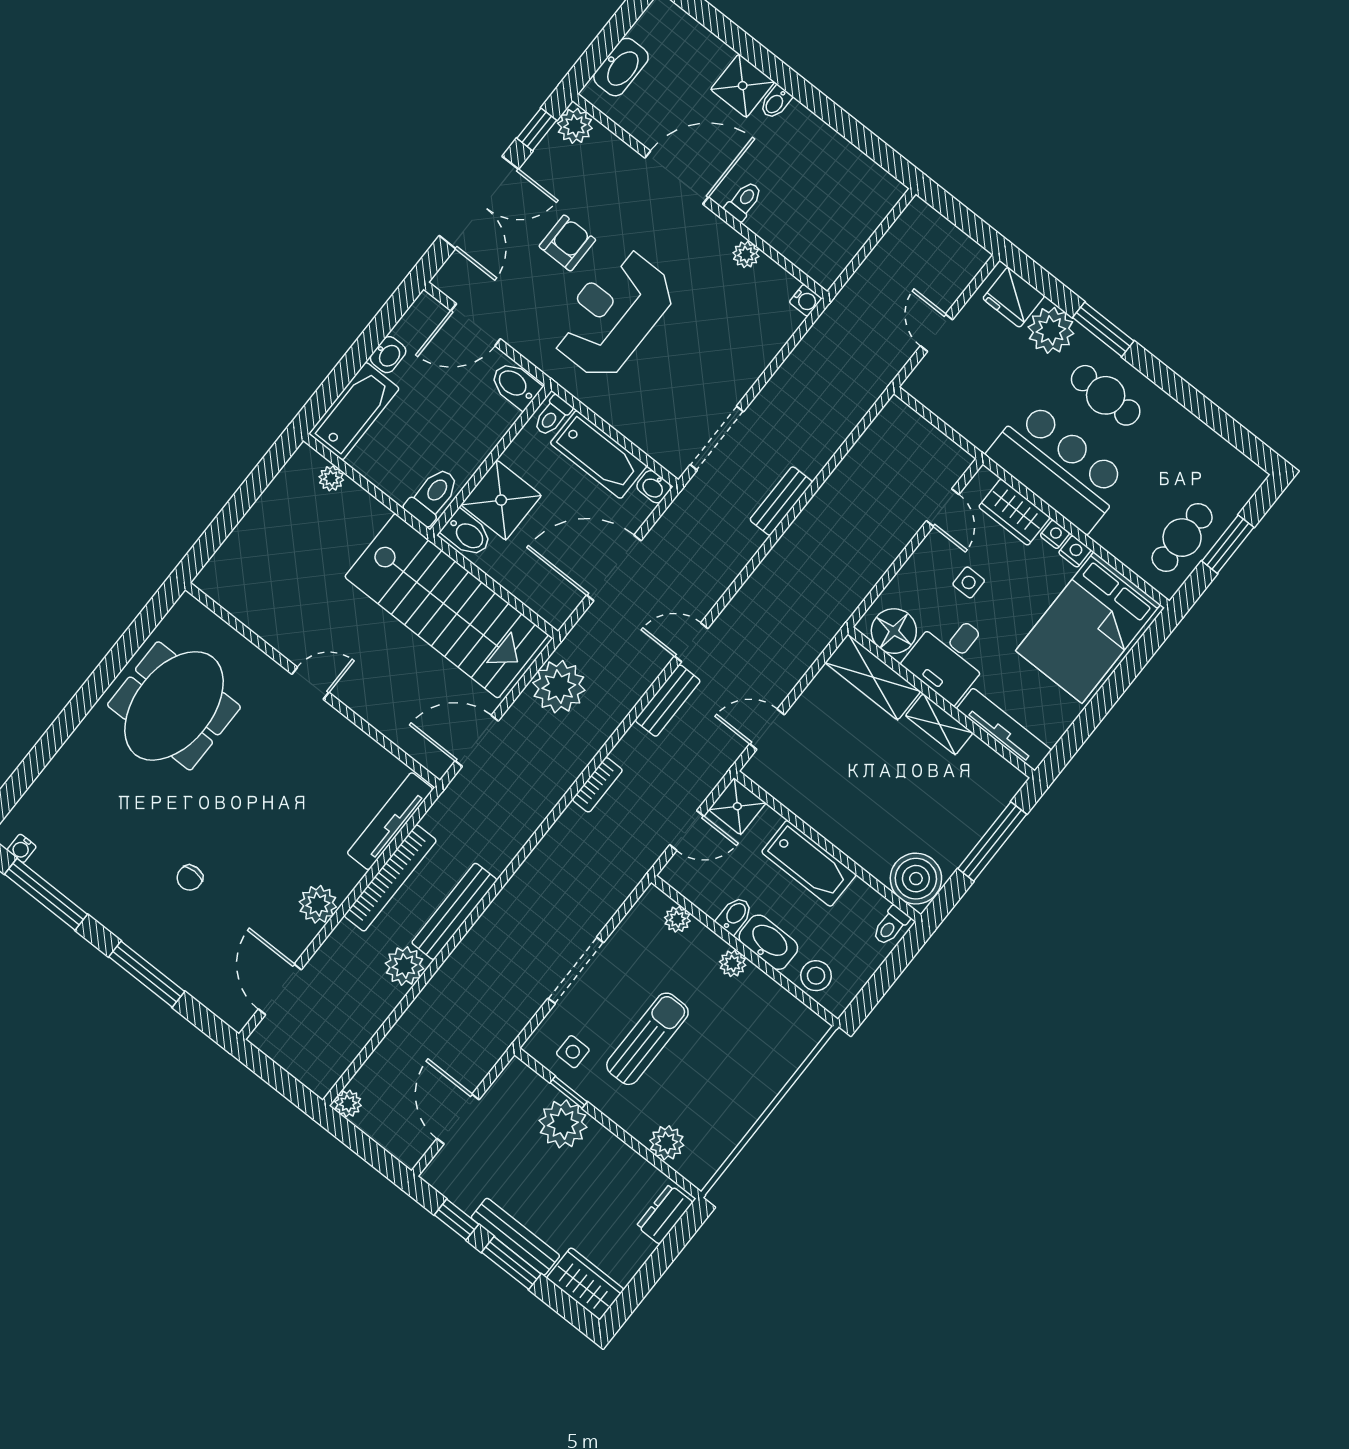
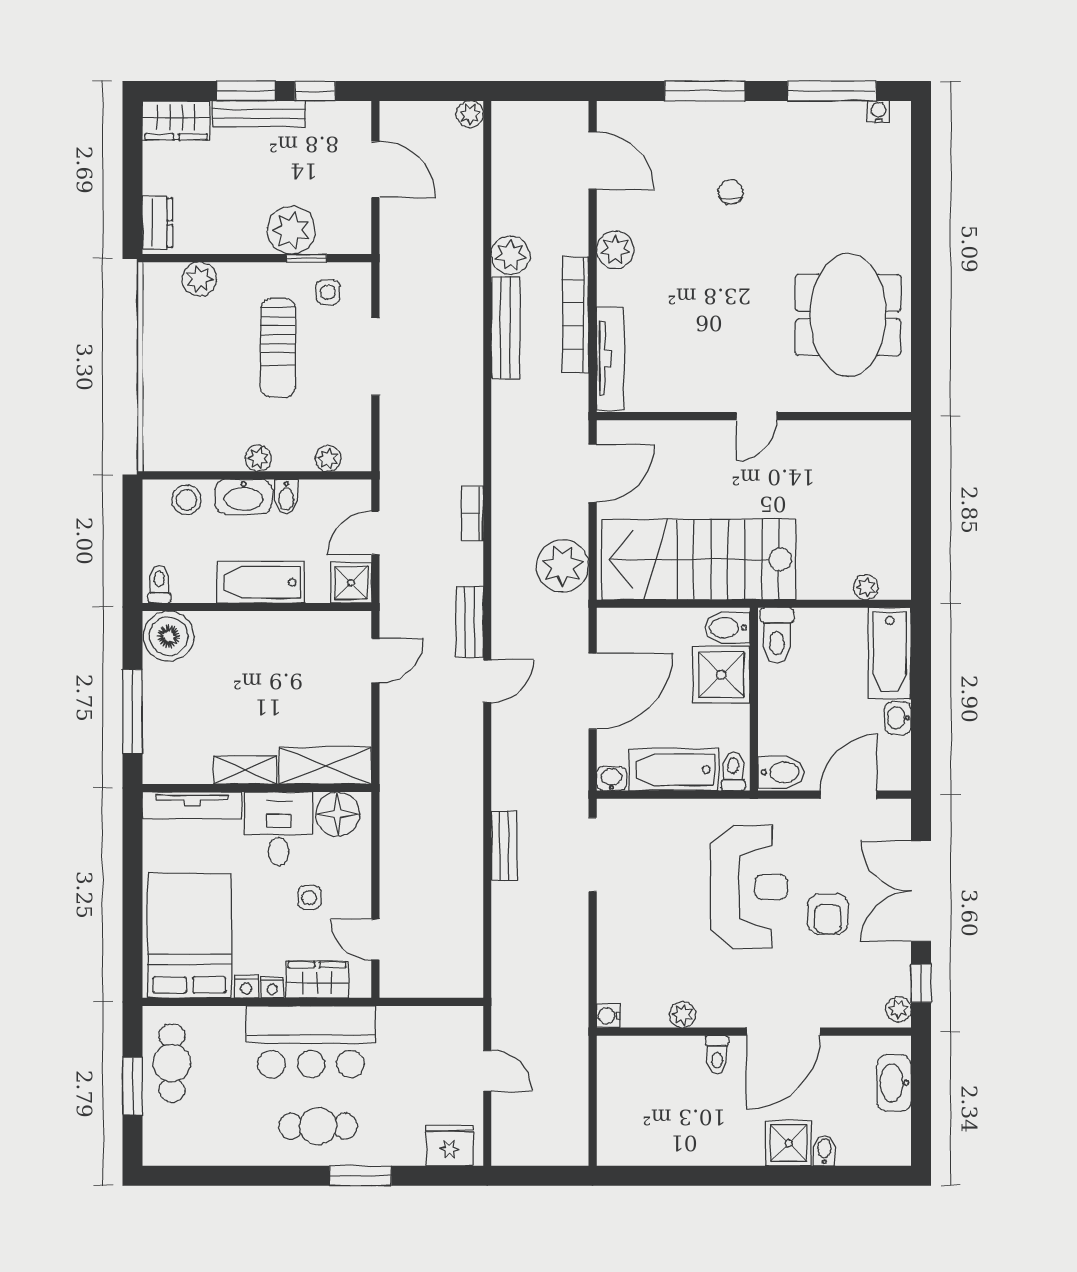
bidet: (776, 102) -> (824, 1150), moved
plant: (575, 126) -> (898, 1009), width x0.73, depth x0.73
plant: (1051, 330) -> (400, 1143), removed

